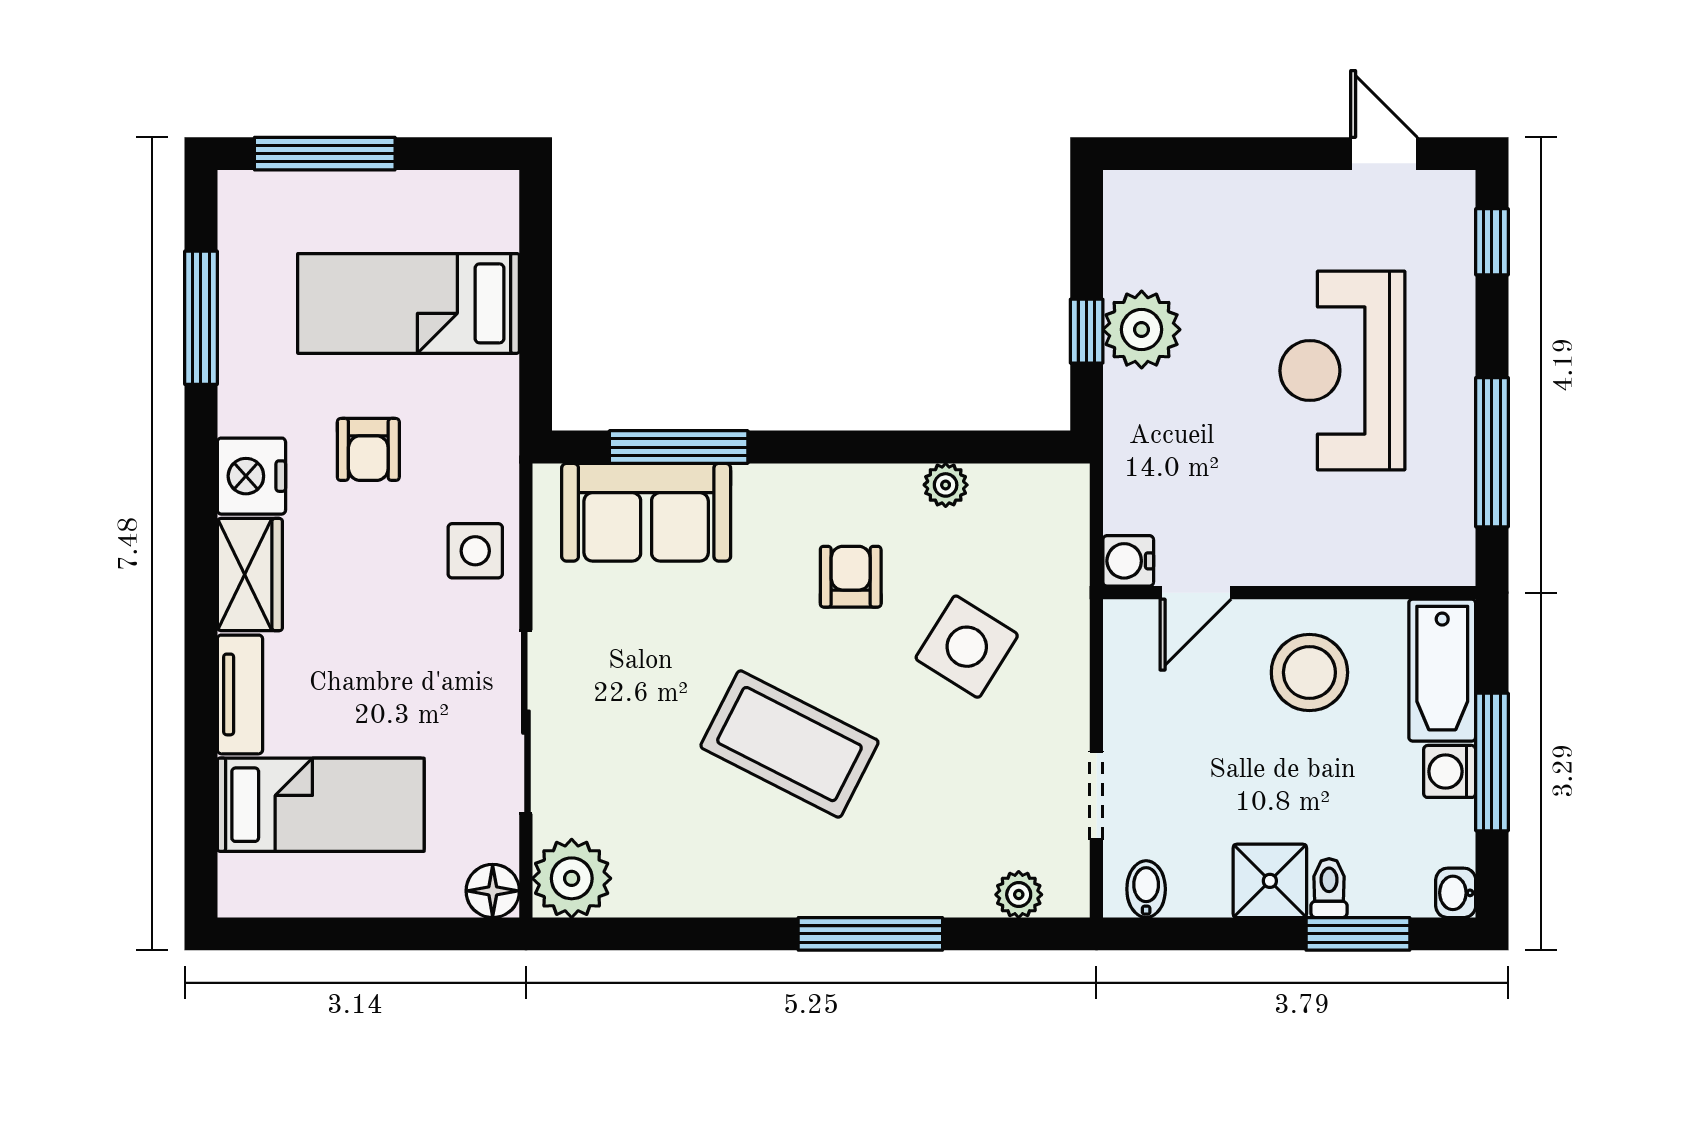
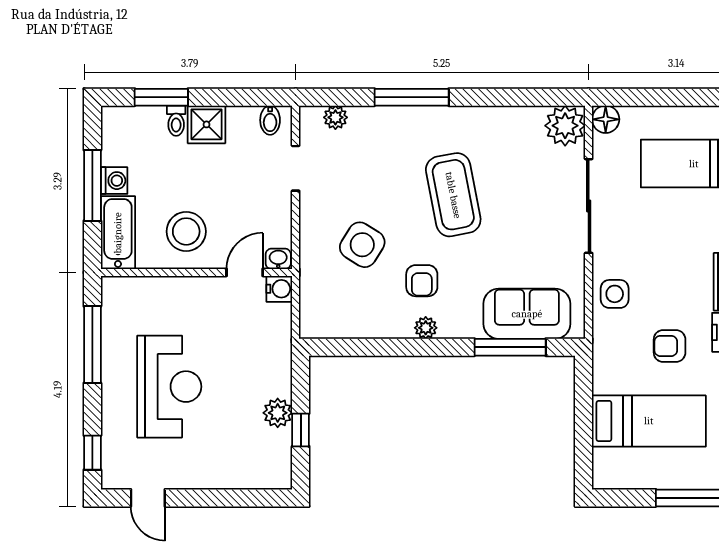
plant: (1142, 330) -> (278, 413), width x0.73, depth x0.73
window: (1087, 331) -> (301, 430), moved
armchair: (368, 449) -> (670, 346), turned -90
plant: (946, 485) -> (426, 328), moved
coffee table: (789, 744) -> (453, 195), turned 52
washbasin: (1456, 893) -> (278, 259), moved, turned -90

